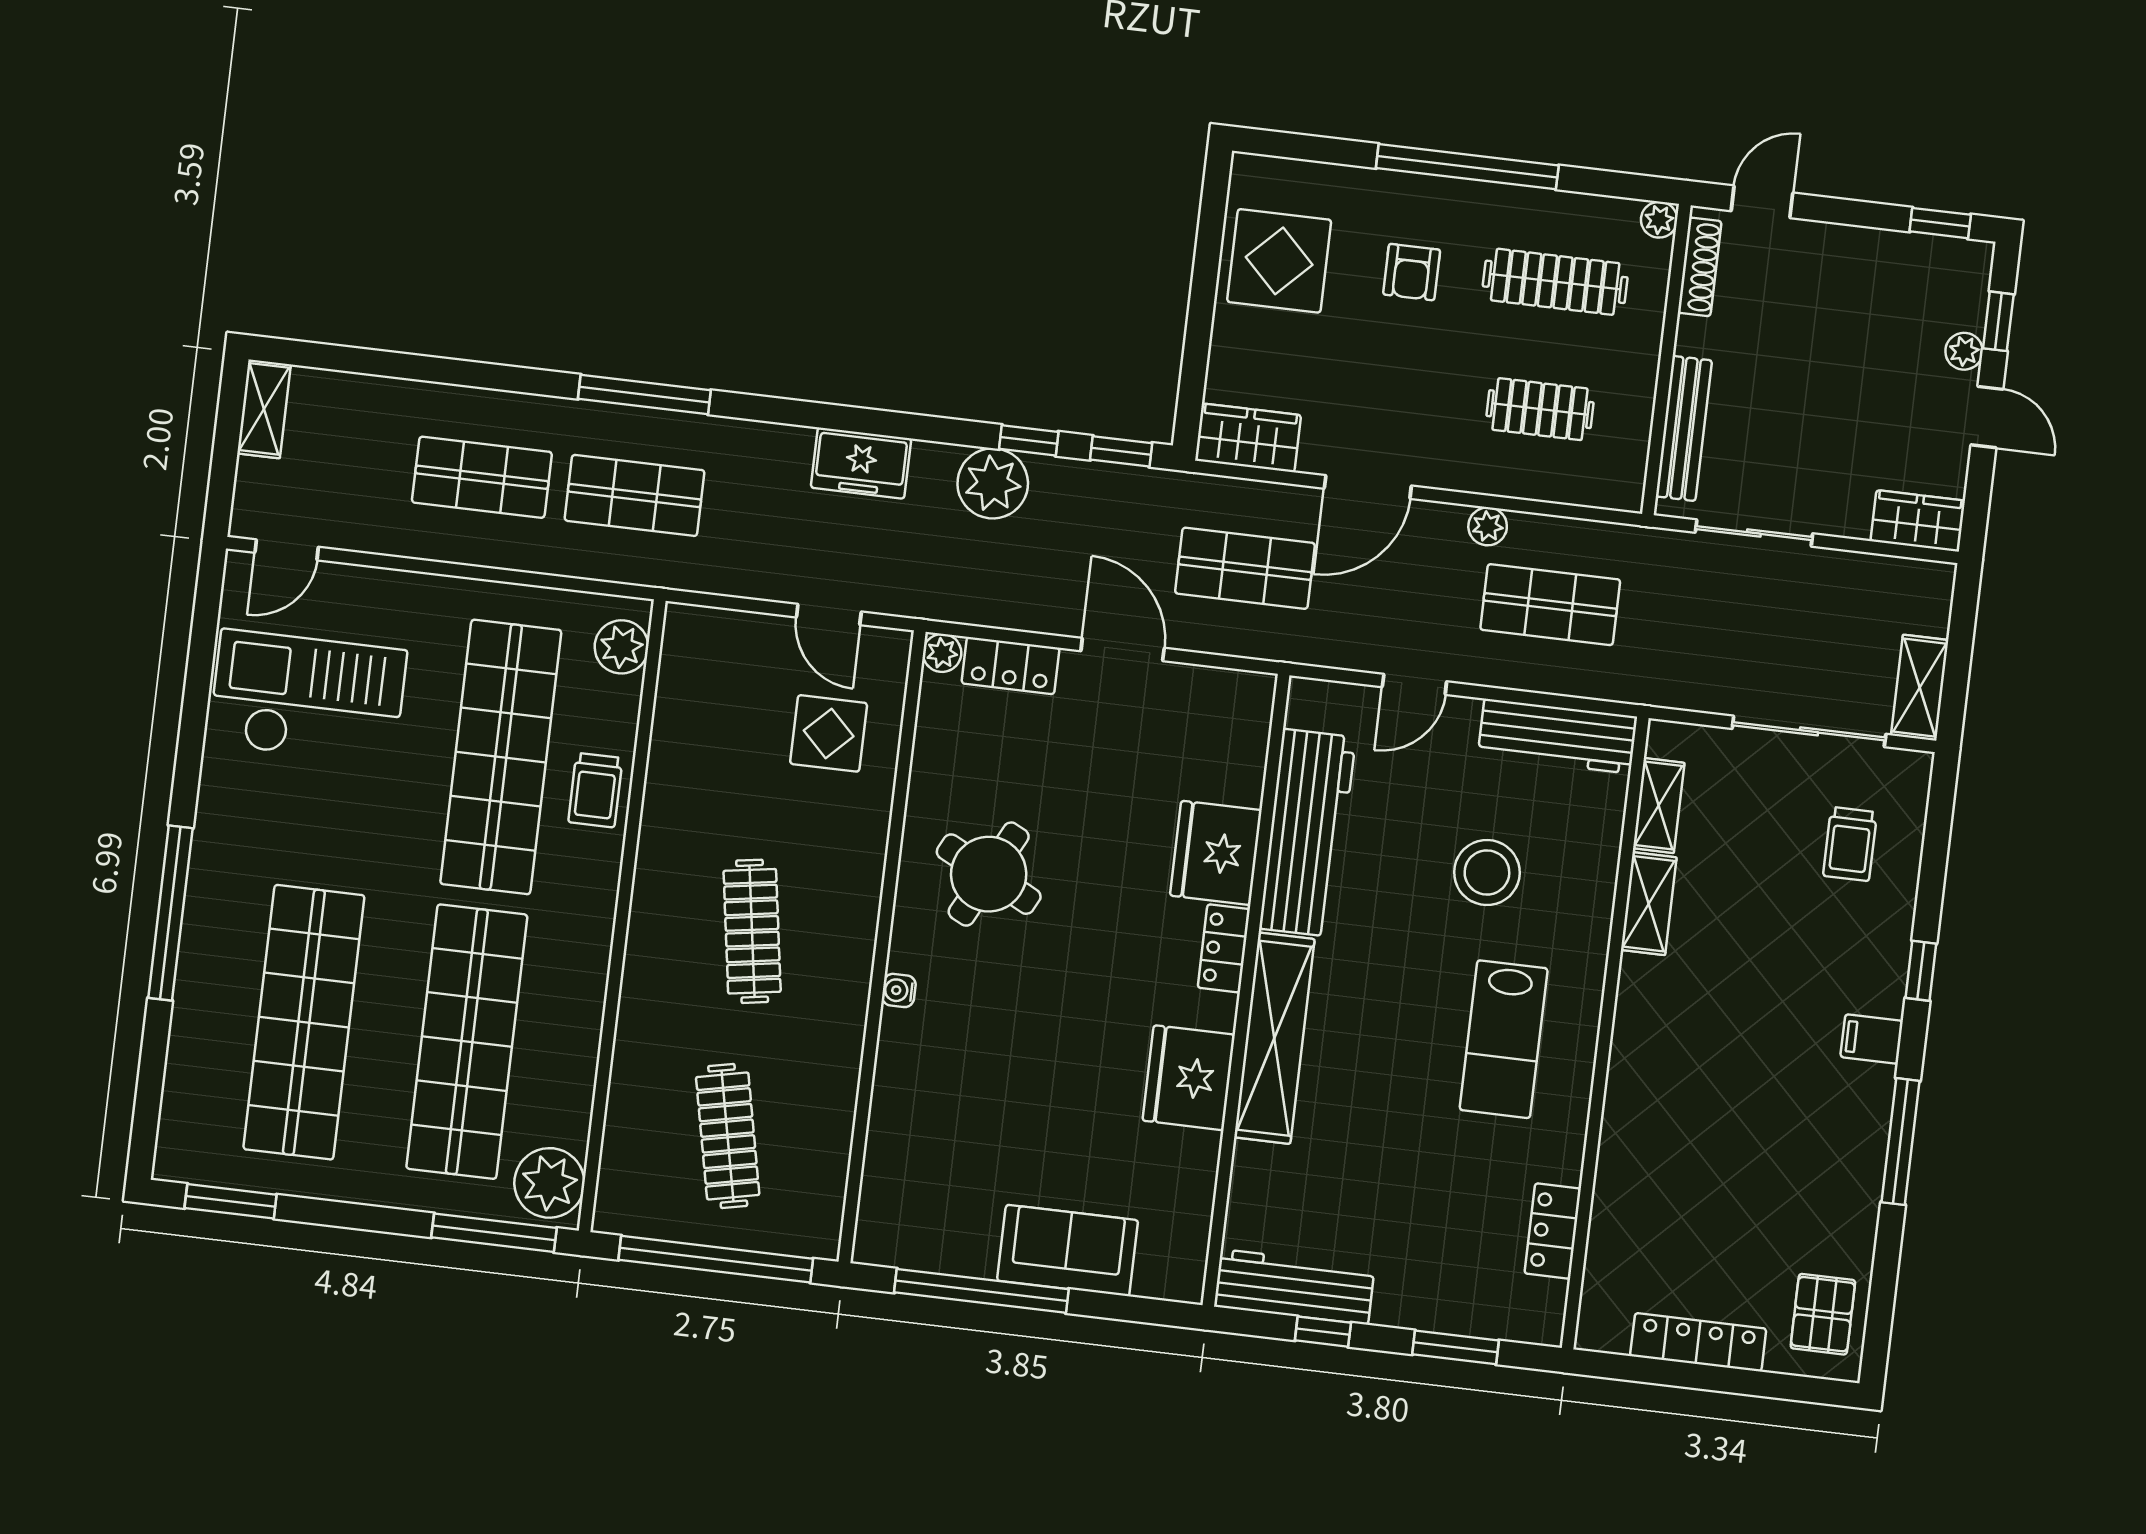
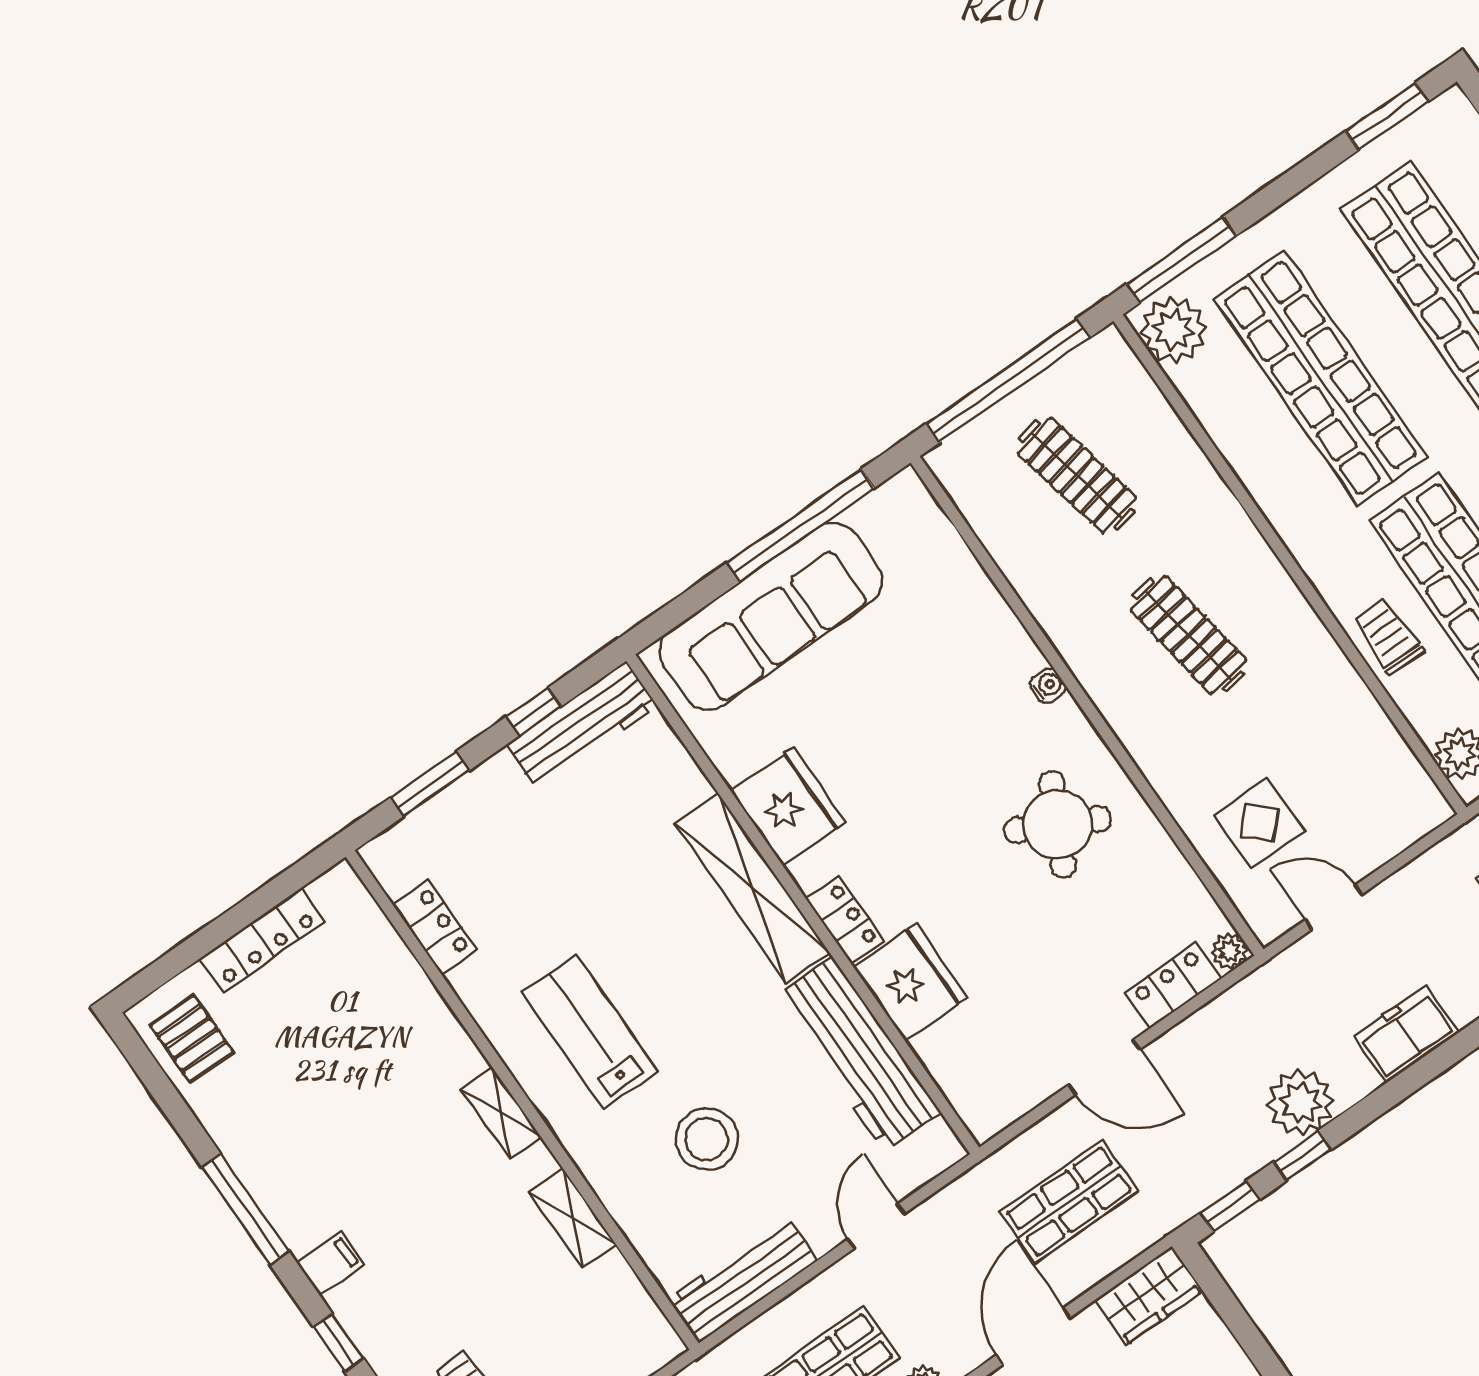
shelving: (1659, 806) -> (501, 1113), moved
sofa: (1068, 1250) -> (771, 616), width x1.85, depth x1.27

